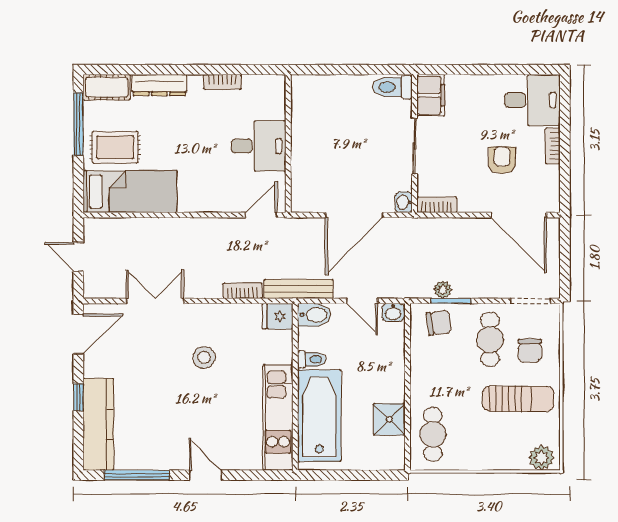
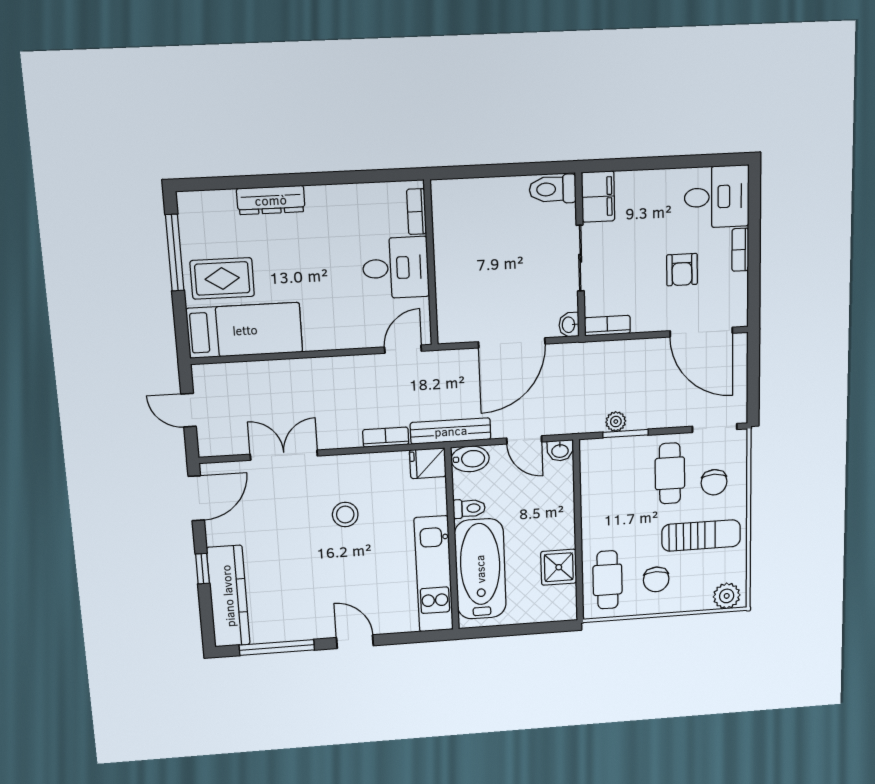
bookcase: (222, 82) -> (417, 212), moved, turned 90
cot: (107, 87) -> (206, 206), removed
armchair: (502, 160) -> (682, 270), turned 180
chair: (439, 323) -> (656, 579), moved, turned 98

